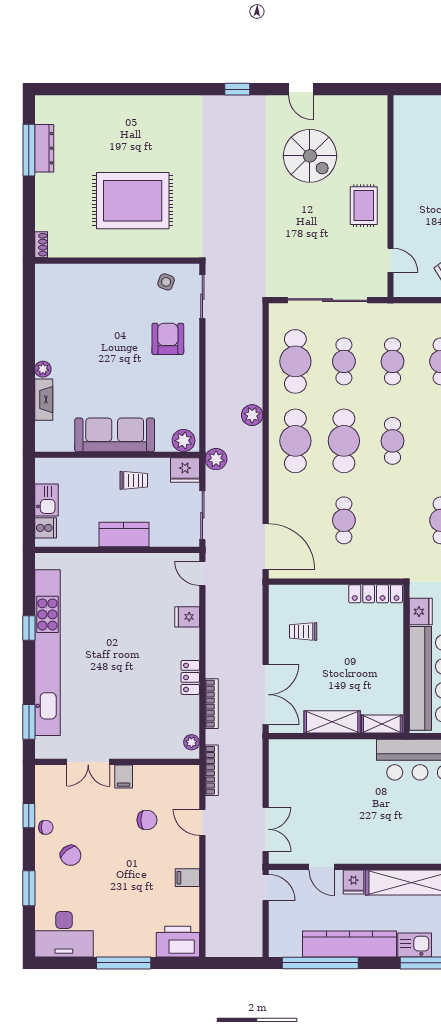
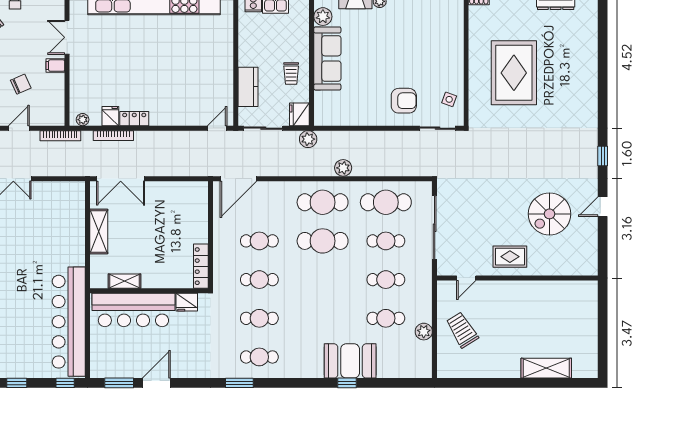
plant: (184, 441) -> (323, 17), moved
cafe table: (393, 441) -> (259, 280), moved
kitchen counter: (124, 534) -> (248, 87), moved
fridge: (187, 617) -> (110, 116), moved
trolley: (303, 631) -> (171, 208), removed
shelving: (382, 724) -> (124, 281), moved, turned 90
chair: (147, 820) -> (21, 84), turned -114

